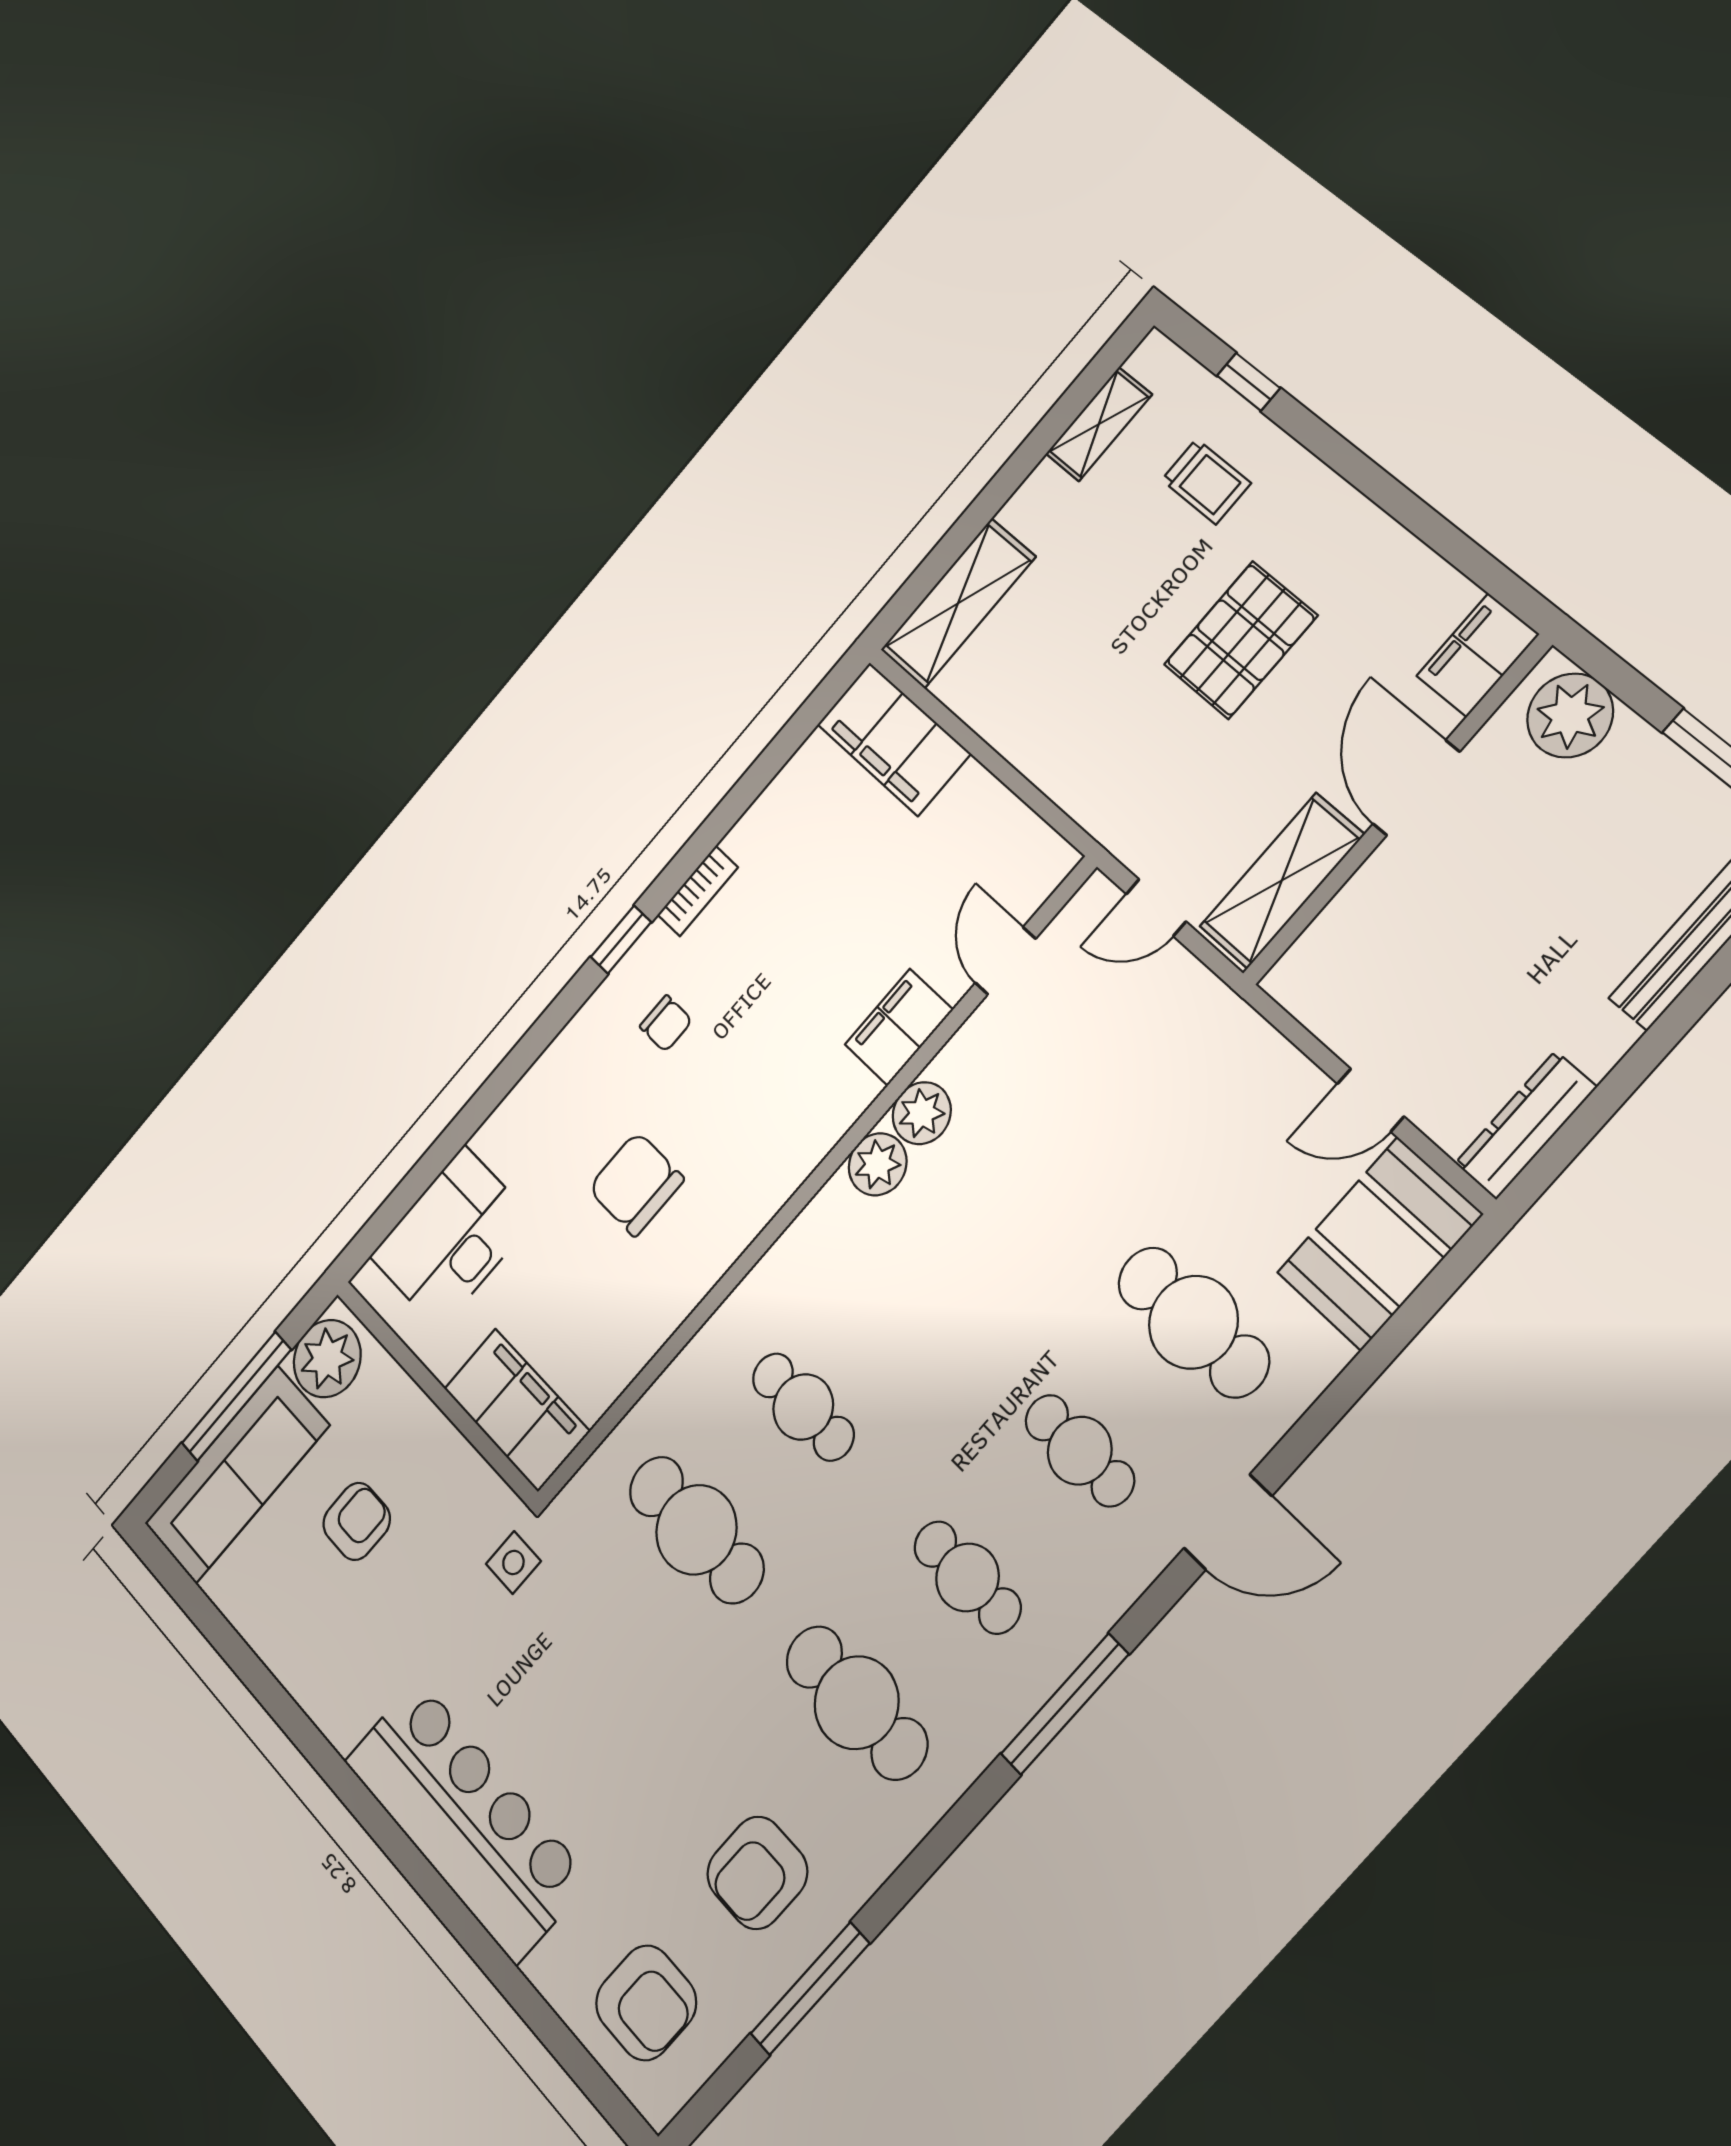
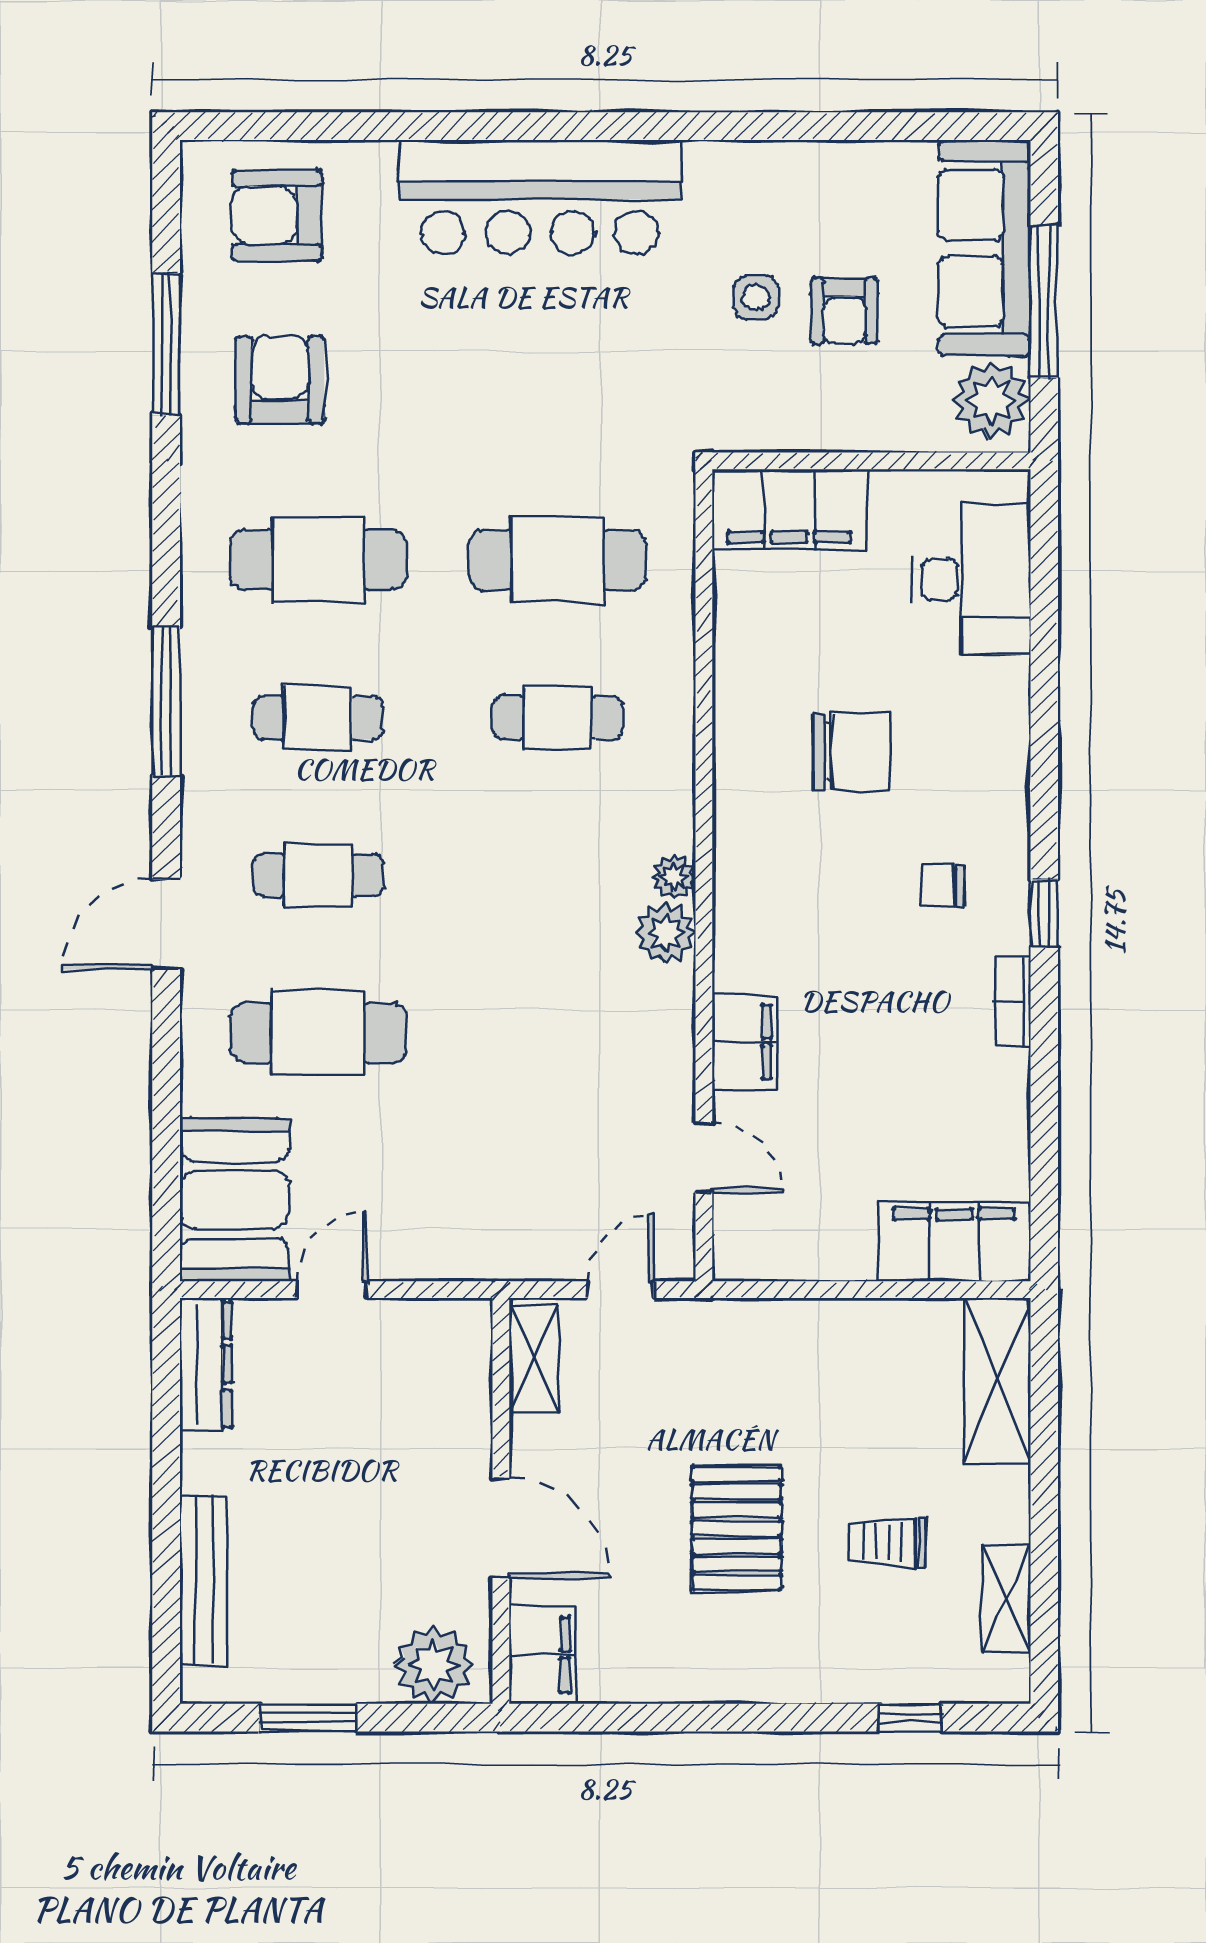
trolley: (1206, 481) -> (887, 1542), moved
shelving: (1282, 881) -> (533, 1358), width x0.67, depth x0.75
plant: (922, 1113) -> (674, 877), moved, width x0.73, depth x0.73
side table: (513, 1563) -> (756, 297), moved

